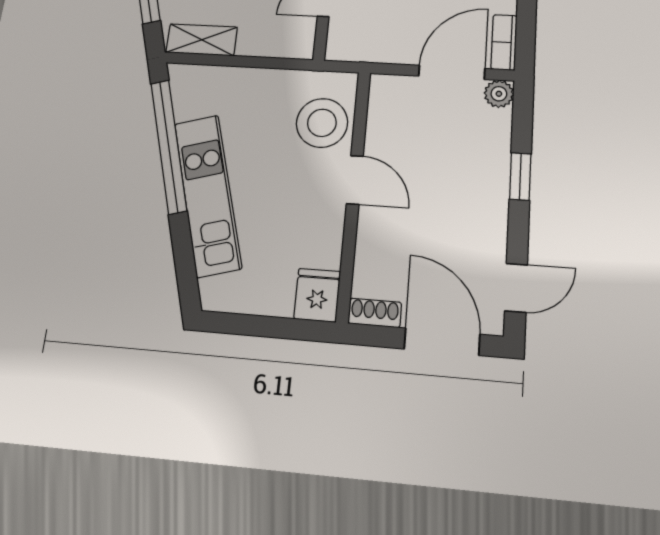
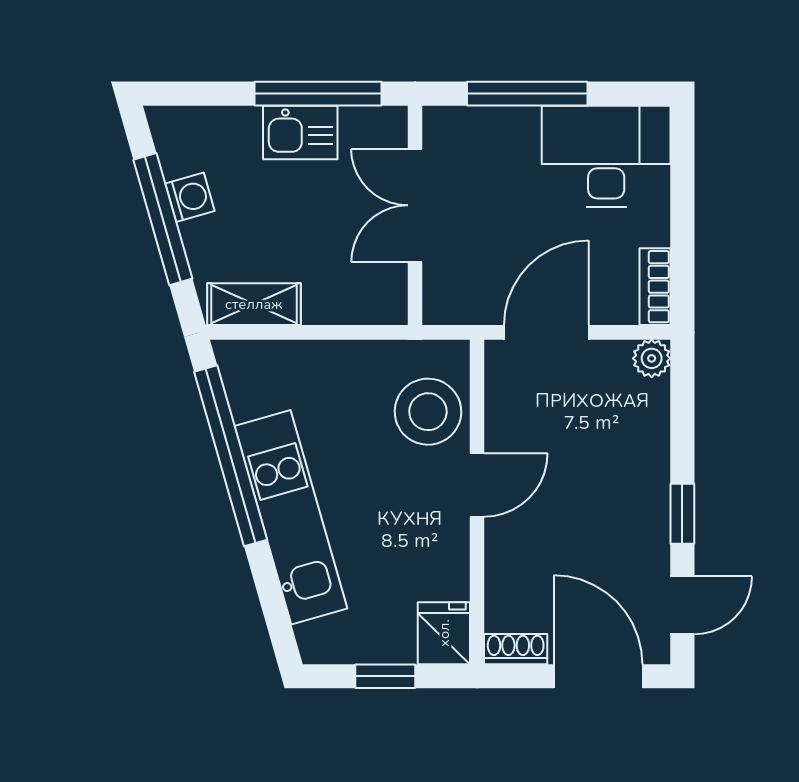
door: (452, 72) -> (546, 332), moved
window: (520, 176) -> (682, 514), moved
door: (355, 180) -> (477, 485), hinge flipped
window: (266, 327) -> (385, 676), added

